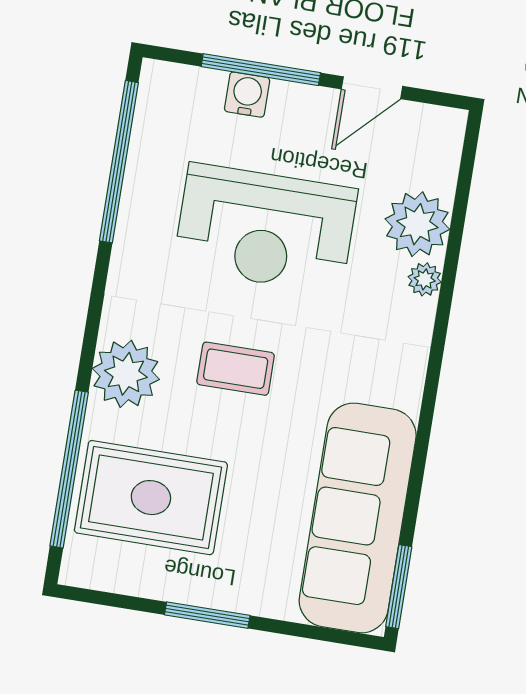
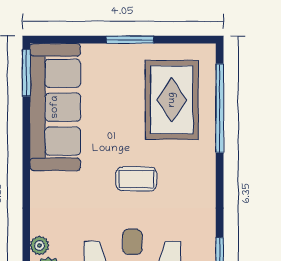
plant: (126, 374) -> (197, 166), removed
rug: (151, 498) -> (172, 100), turned 90

